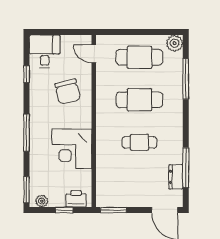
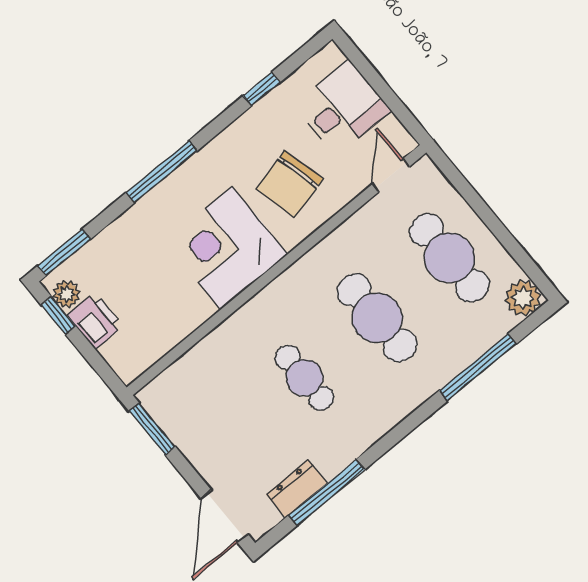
desk: (45, 51) -> (342, 108), moved
corner desk: (72, 149) -> (226, 248), moved
printer: (76, 199) -> (95, 321), moved
window: (64, 210) -> (59, 316), moved

